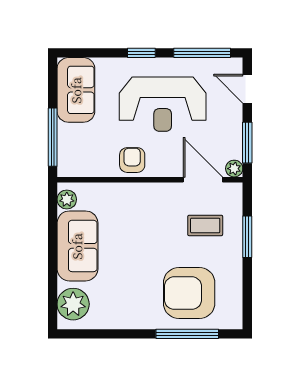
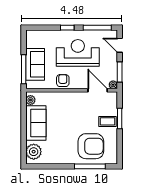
sofa: (76, 90) -> (35, 64), moved
reception desk: (163, 104) -> (78, 53), turned 180
coffee table: (205, 225) -> (107, 121), moved
armchair: (189, 293) -> (91, 146), turned 180

